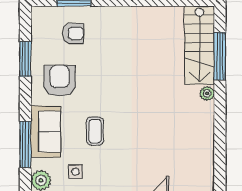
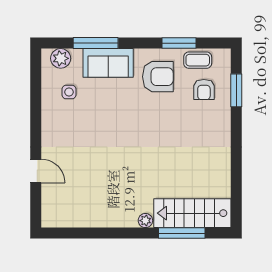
coffee table: (95, 131) -> (198, 60), moved

